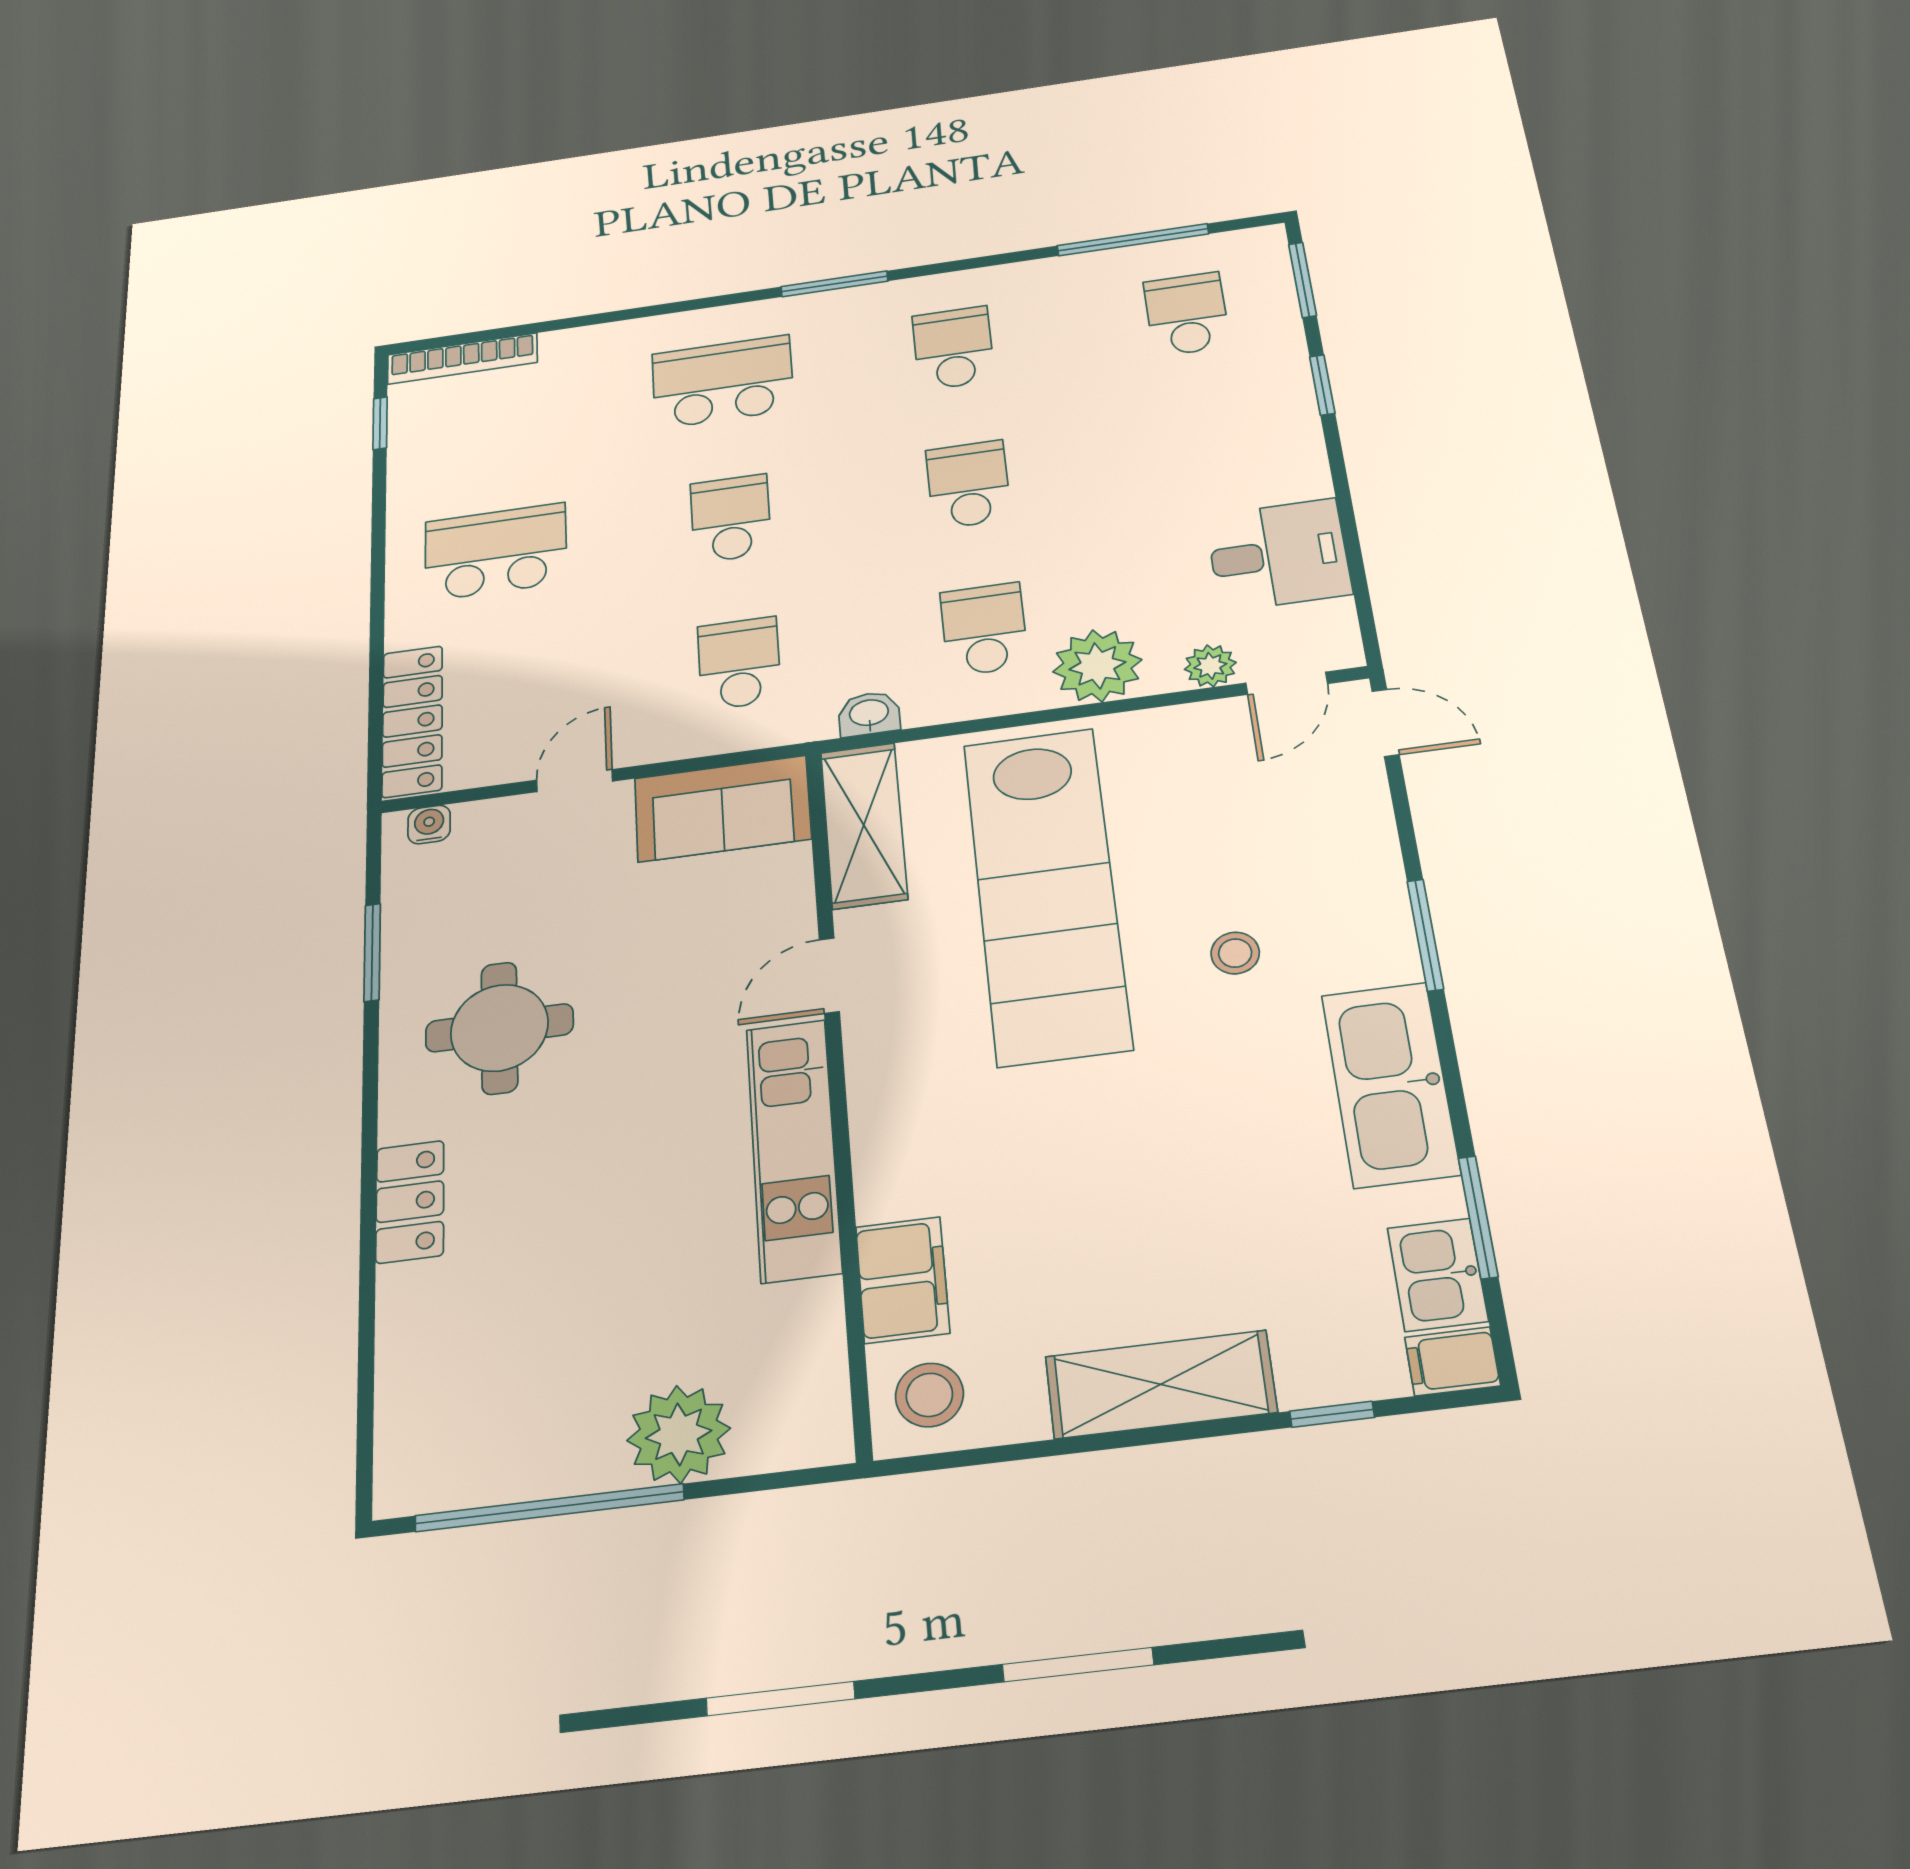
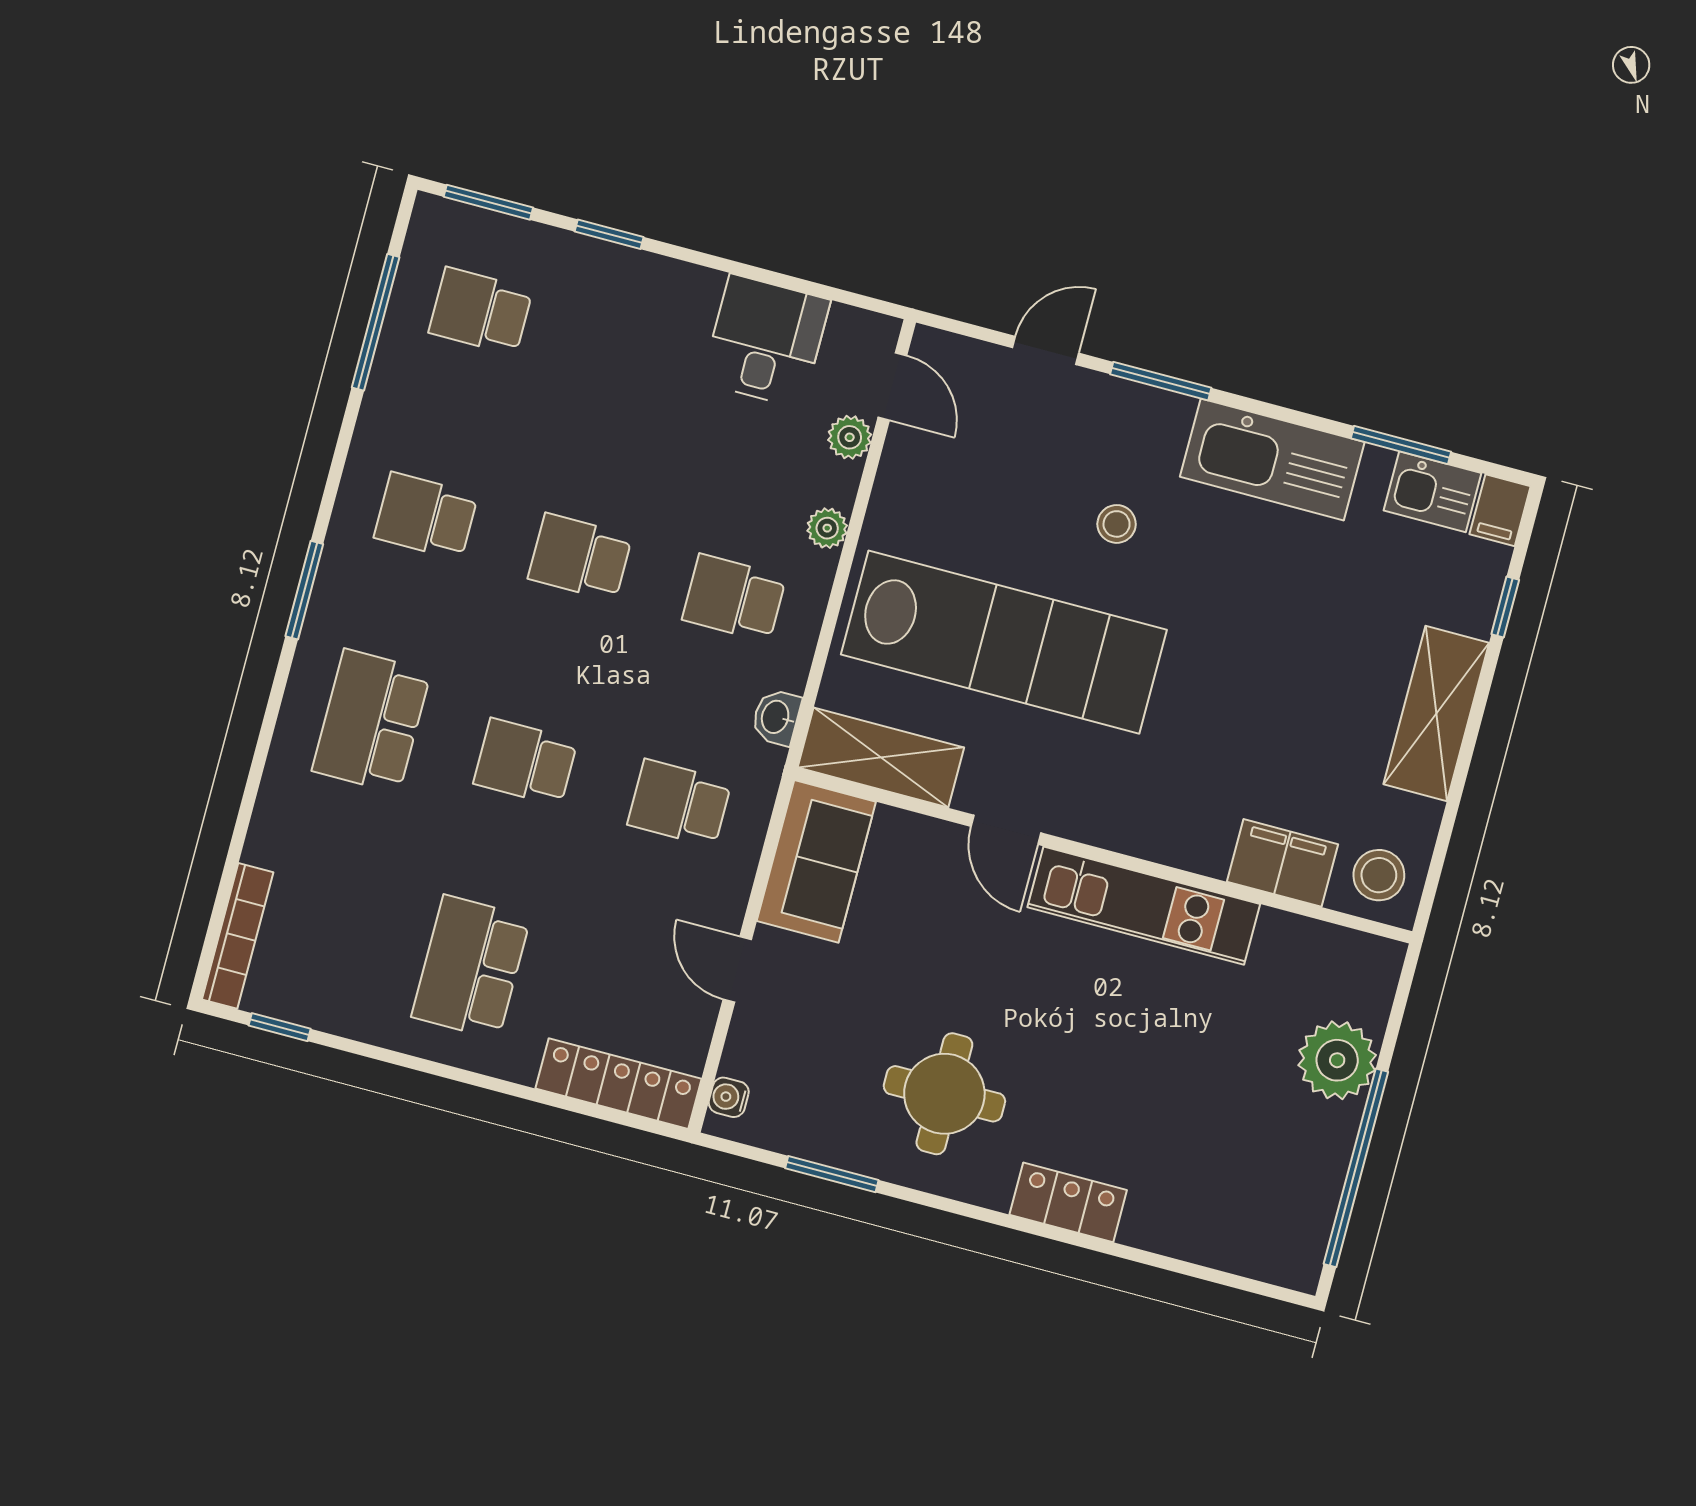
plant: (1097, 666) -> (827, 528), width x0.53, depth x0.53
door: (1386, 723) -> (1046, 350), moved

